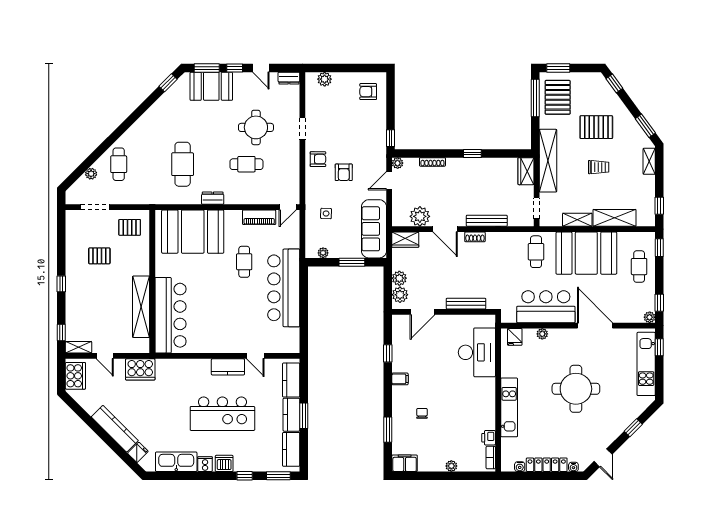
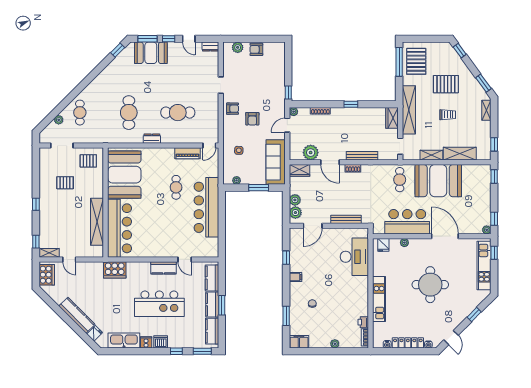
window: (558, 68) -> (417, 39), removed
armchair: (368, 92) -> (256, 49), moved
round table: (256, 127) -> (185, 84), removed
cafe table: (246, 164) -> (178, 113), width x1.37, depth x1.35
booth: (193, 232) -> (124, 175), moved, turned 90
cafe table: (639, 267) -> (479, 191), removed
cooker: (140, 369) -> (115, 270), moved

